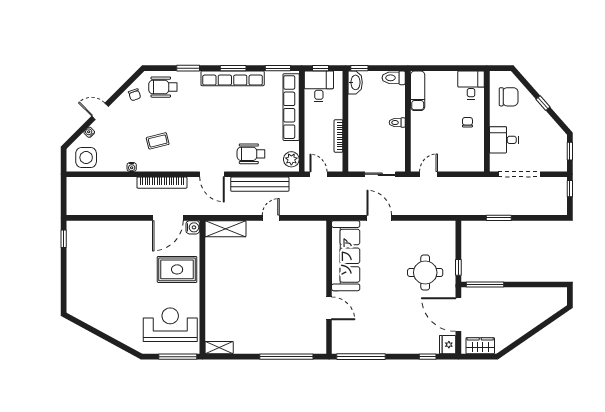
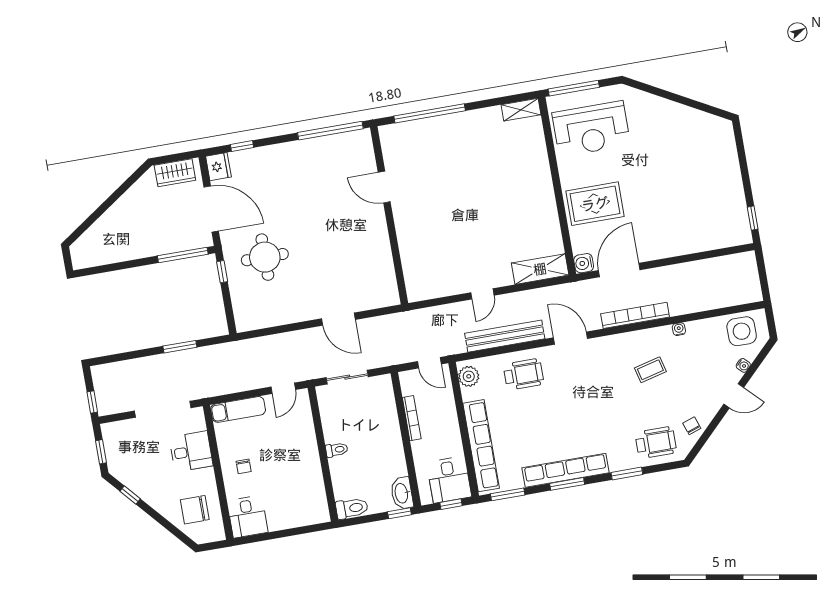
exam couch: (418, 91) -> (238, 409), moved, turned -90
window: (543, 103) -> (130, 495), moved
sofa: (346, 256) -> (374, 261), removed

